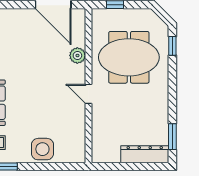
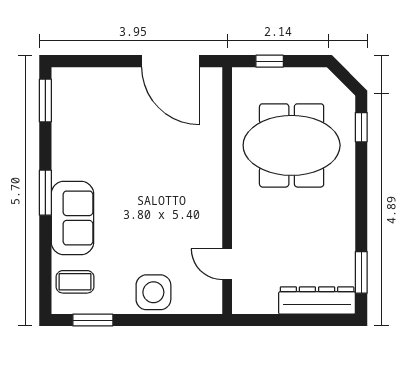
plant: (77, 55) -> (209, 143), removed
door: (88, 94) -> (227, 264), moved

